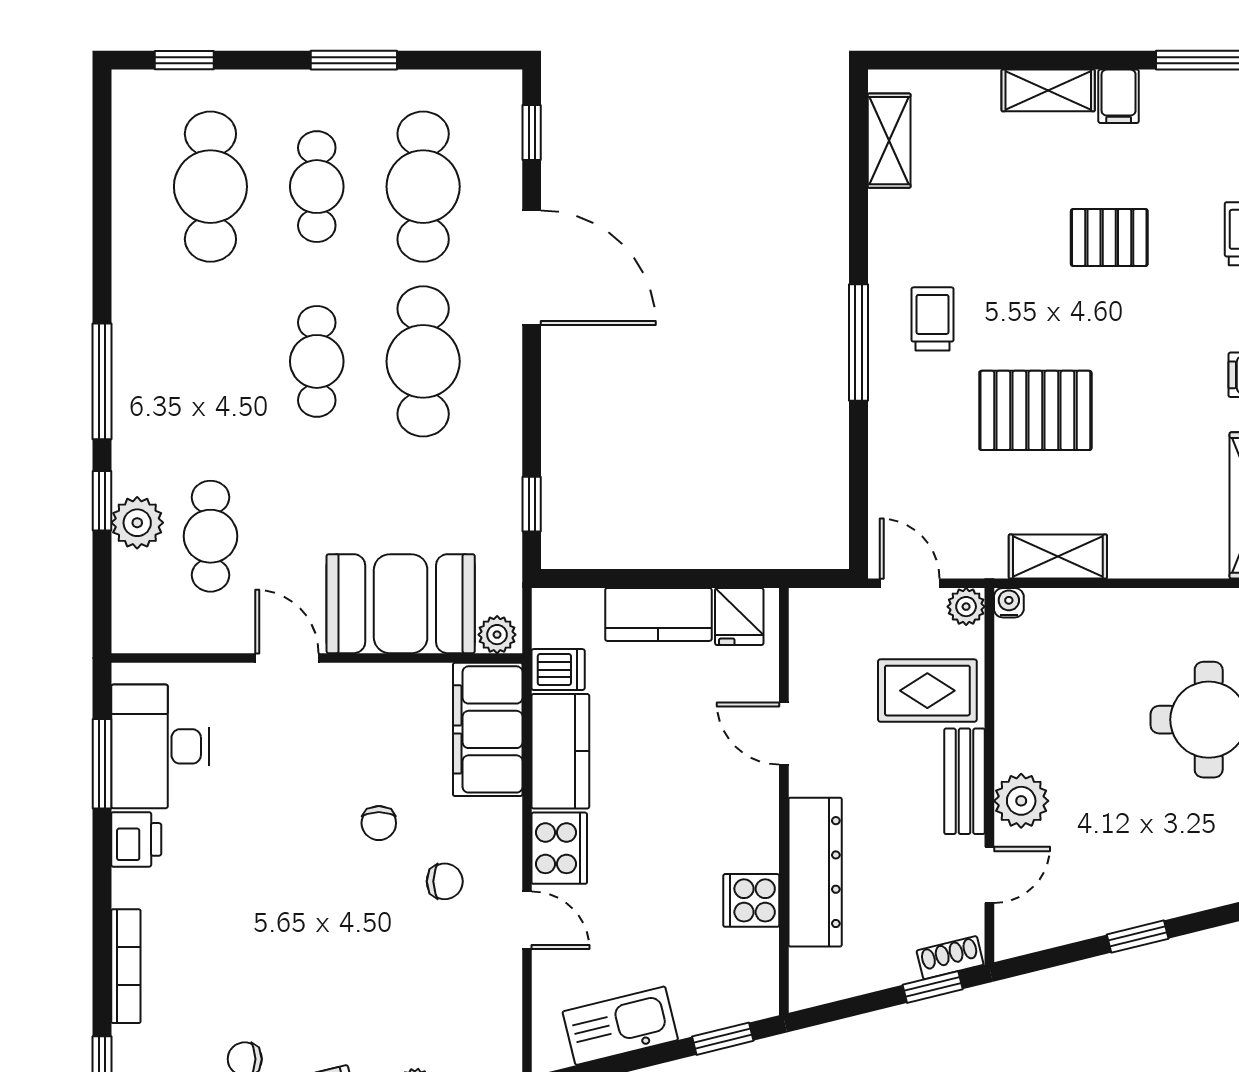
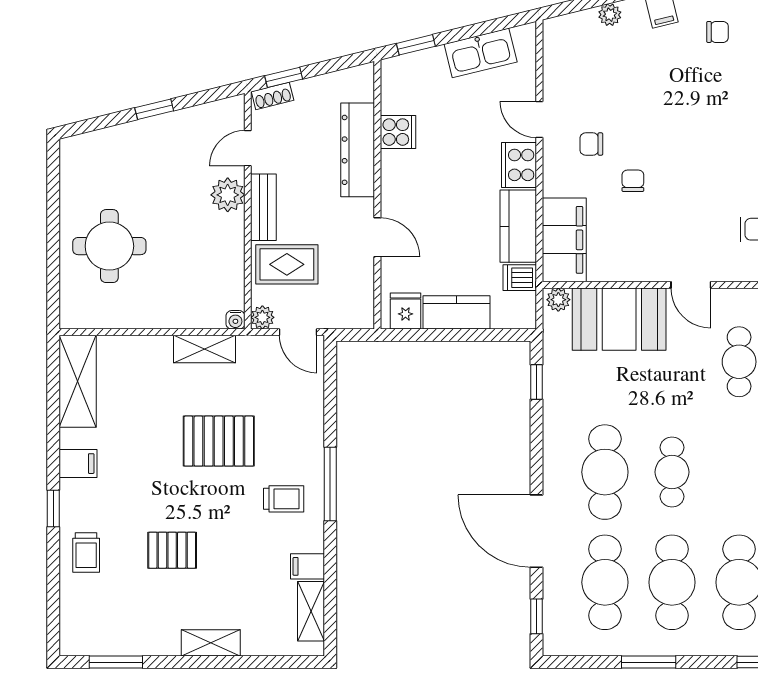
filing cabinet: (1119, 96) -> (307, 566), moved, turned -90
cafe table: (317, 187) -> (672, 582), width x1.37, depth x1.35
trolley: (932, 319) -> (284, 499), turned -90

